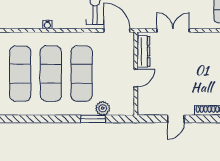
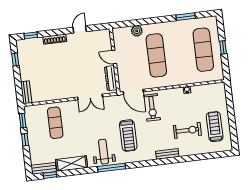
exercise mat: (51, 74) -> (180, 53), removed
door: (136, 78) -> (114, 57), hinge flipped
window: (93, 119) -> (186, 17), moved

